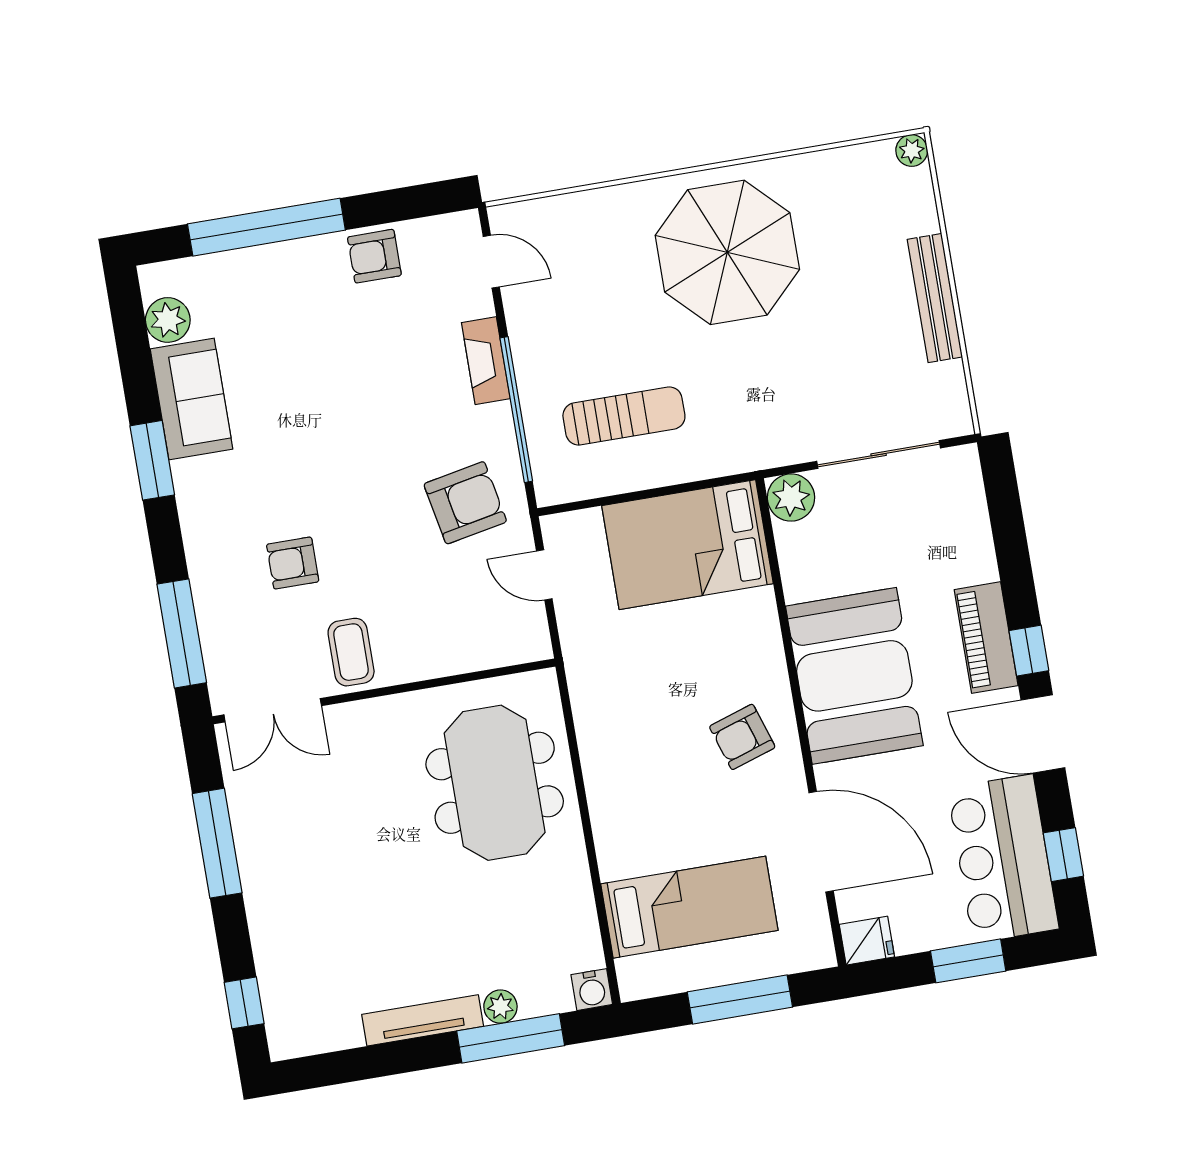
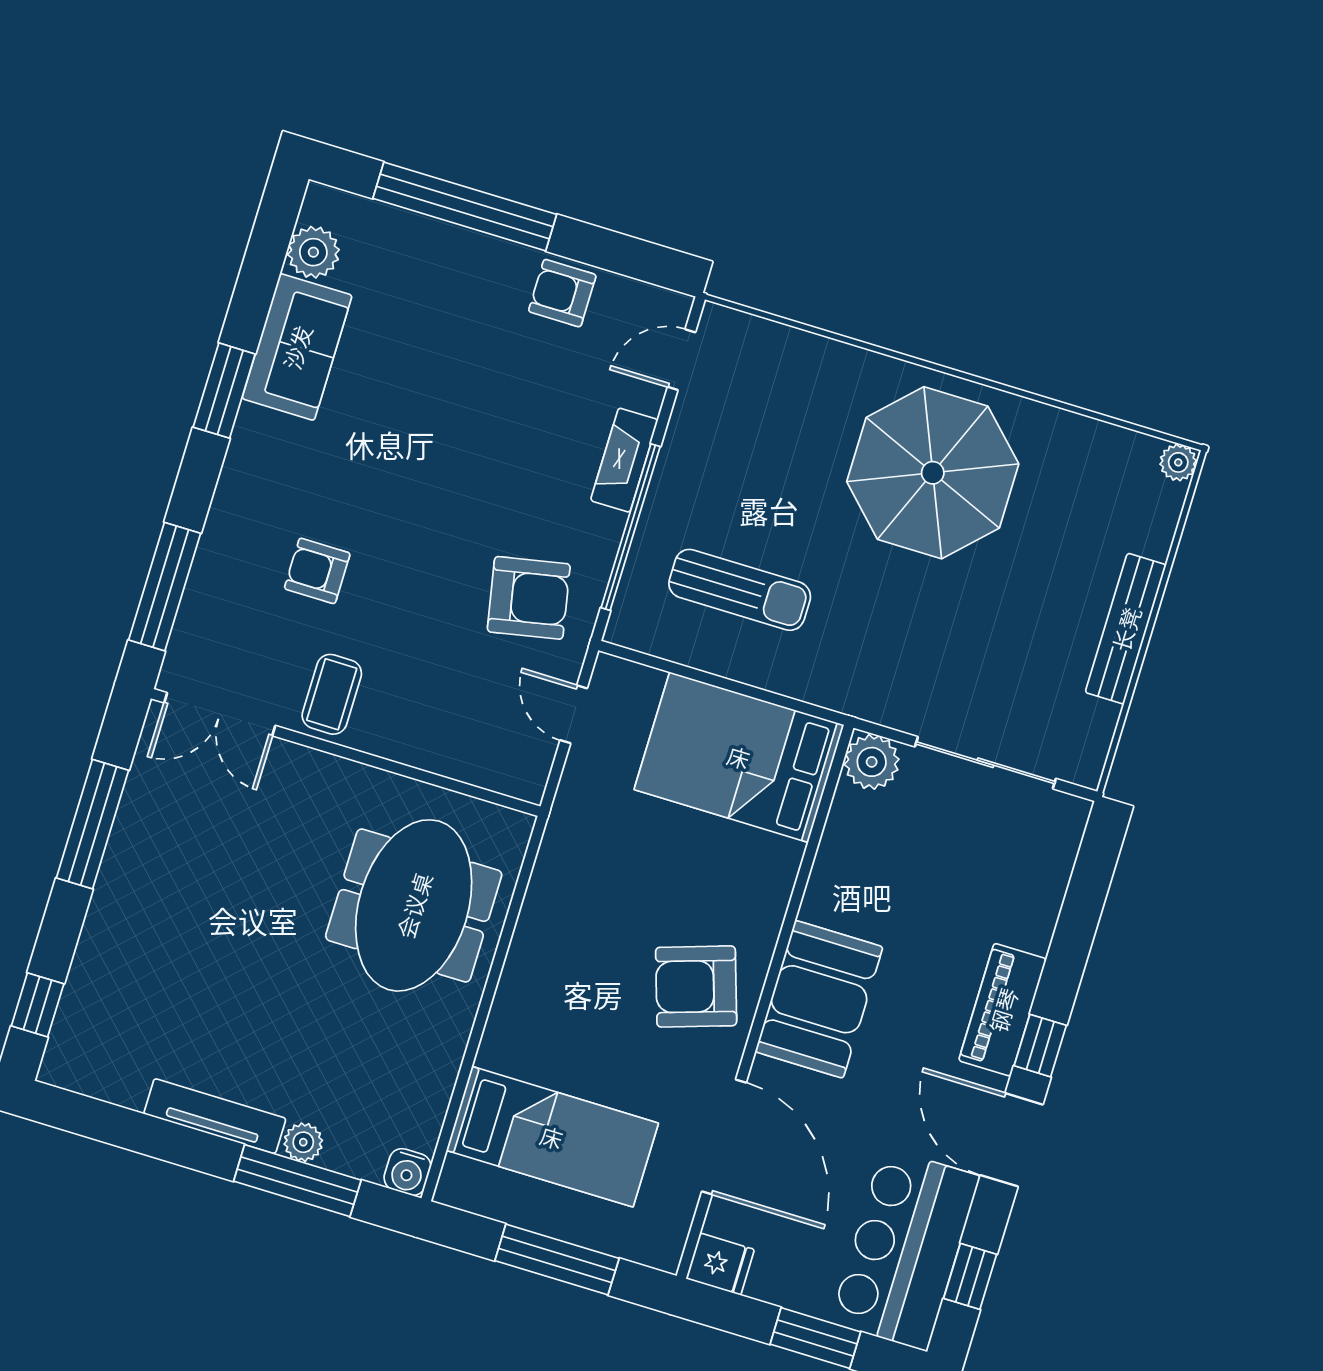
door: (491, 262) -> (681, 360), swing flipped
booth: (854, 676) -> (819, 999), width x0.73, depth x0.70
armchair: (742, 737) -> (696, 987), width x1.38, depth x1.38

